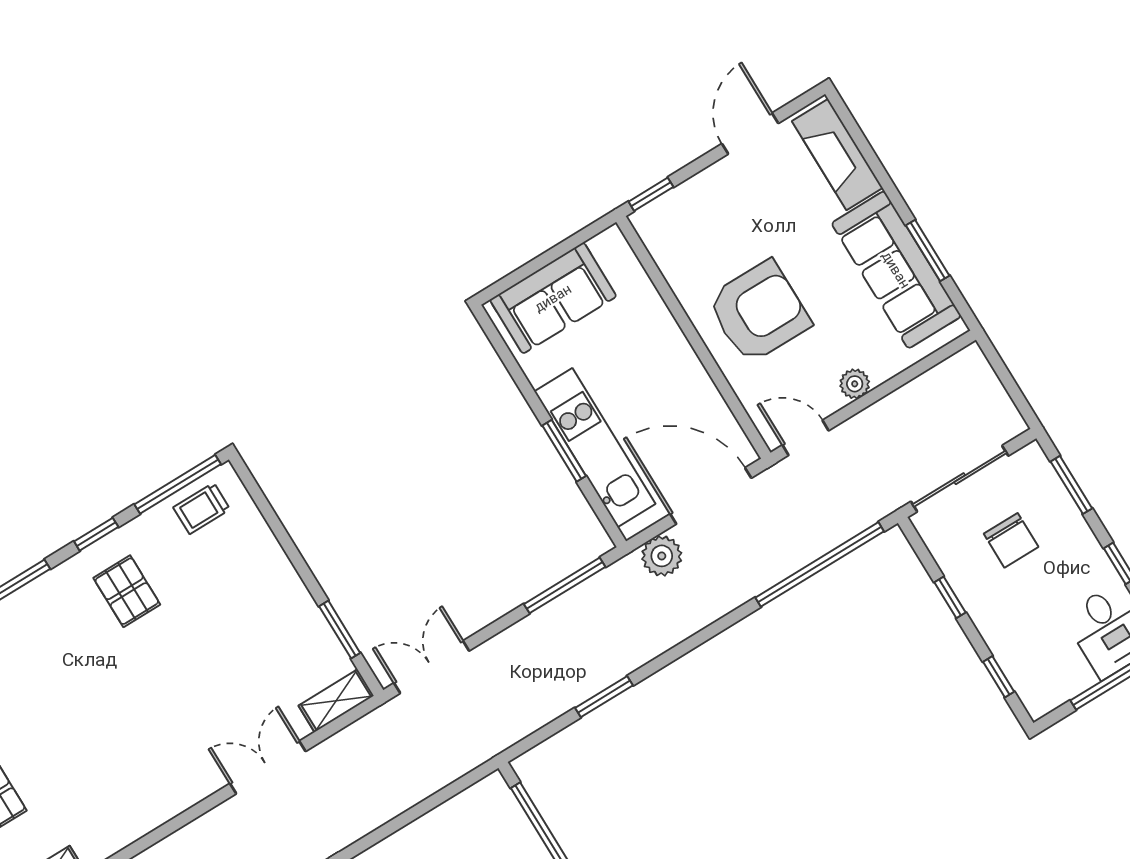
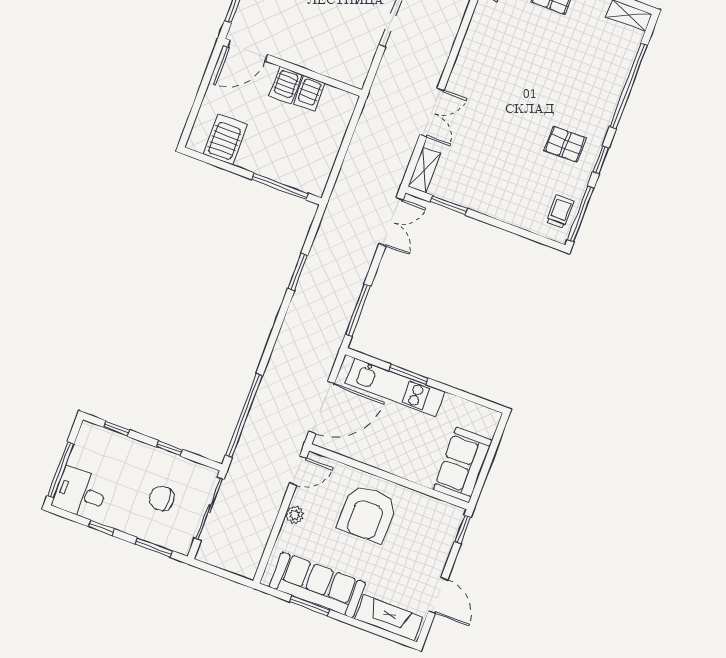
sofa: (553, 298) -> (463, 465), moved
plant: (662, 556) -> (323, 361), removed

